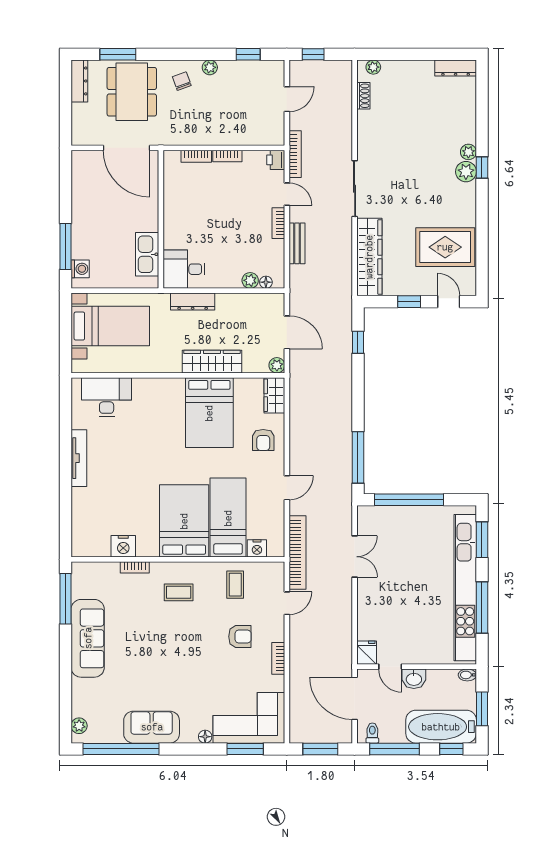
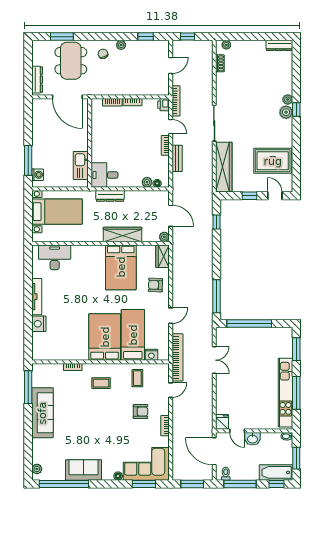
dresser: (79, 81) -> (37, 80), moved
armchair: (263, 440) -> (155, 285), turned 92
nightstand: (123, 546) -> (39, 324), moved, turned 90
kitchen unit: (465, 588) -> (286, 393), width x0.73
bathtub: (441, 727) -> (276, 472), width x0.73, depth x0.73

